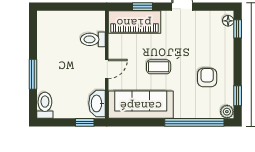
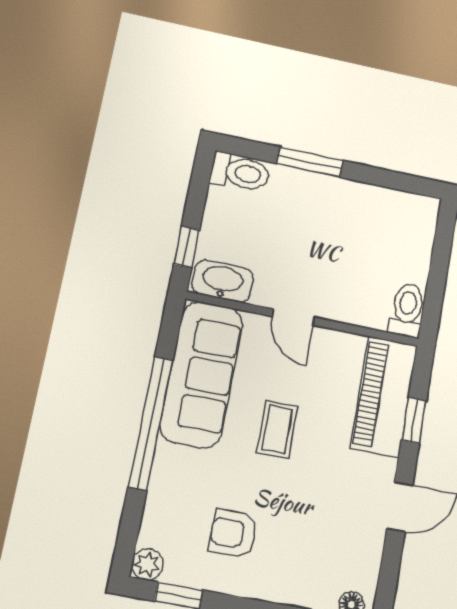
toilet: (93, 39) -> (407, 310), moved
armchair: (207, 77) -> (233, 533), turned 180
window: (194, 122) -> (151, 423), moved

